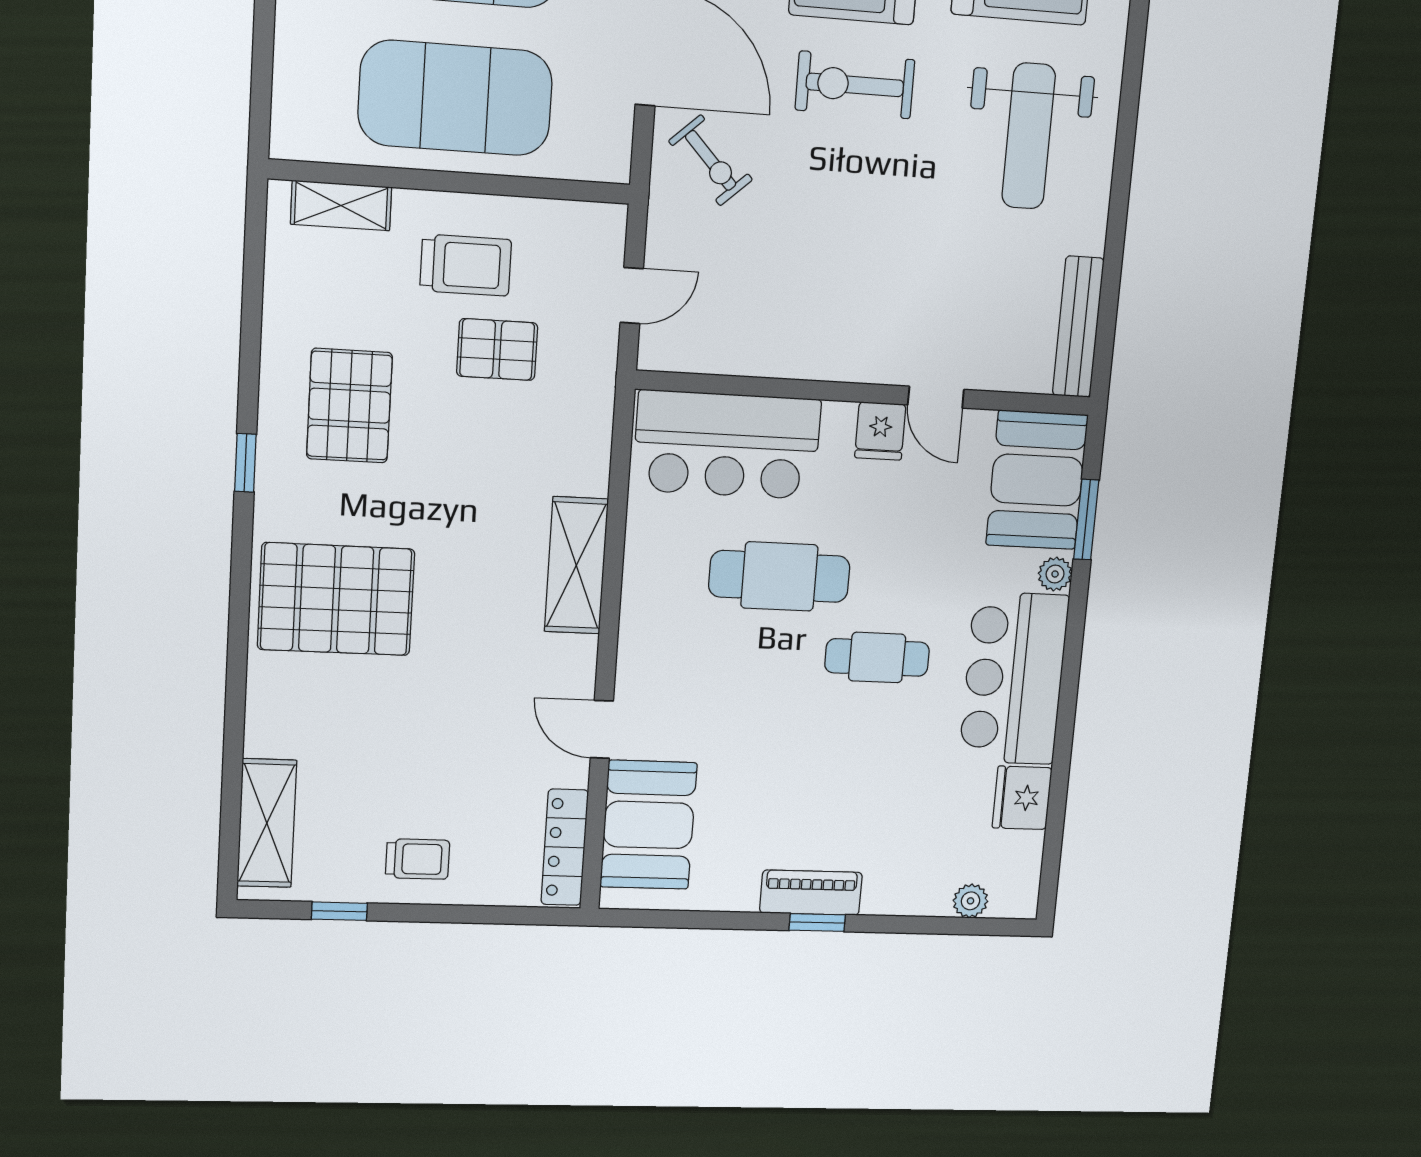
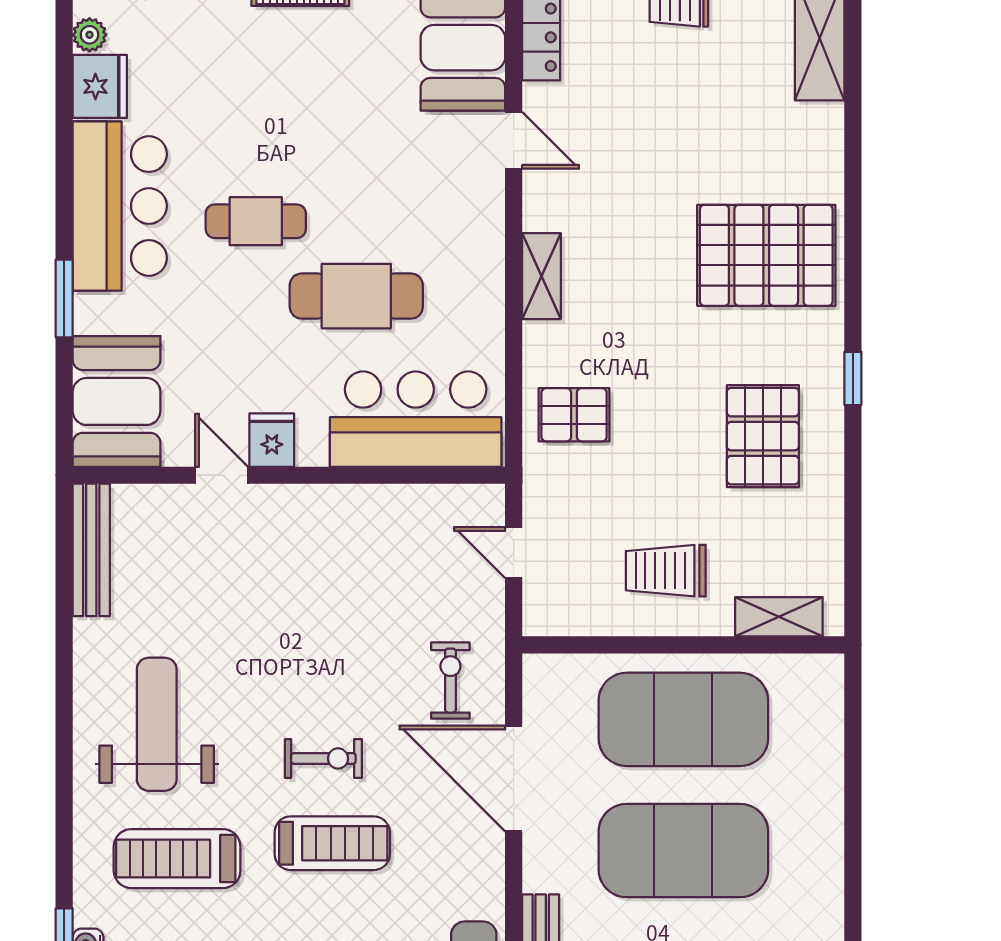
exercise bike: (855, 85) -> (323, 758), width x0.73, depth x0.72
exercise bike: (711, 160) -> (450, 681), turned 43
door: (632, 296) -> (514, 553), hinge flipped
pallet: (497, 350) -> (574, 415), moved
window: (1086, 520) -> (64, 298), moved
shelving: (576, 565) -> (542, 276), width x0.67, depth x0.75
plant: (1055, 574) -> (89, 35), moved

